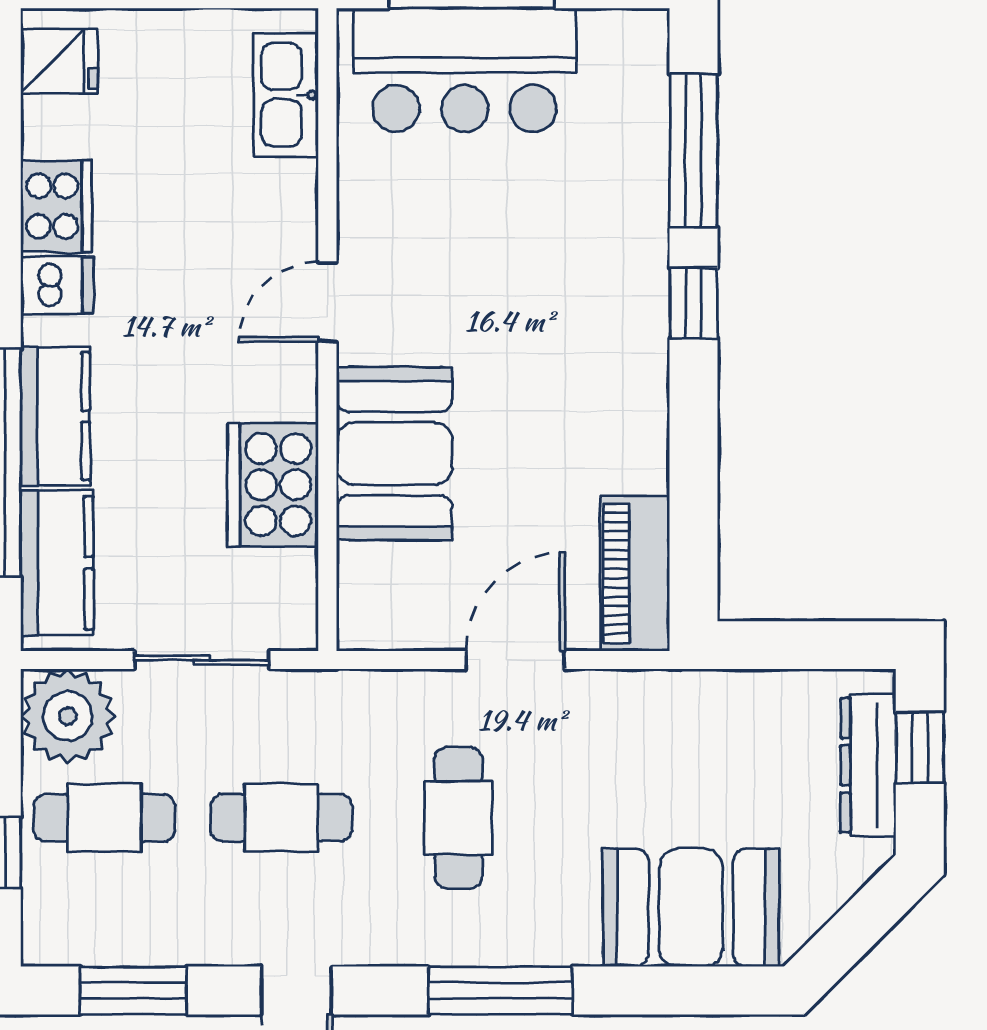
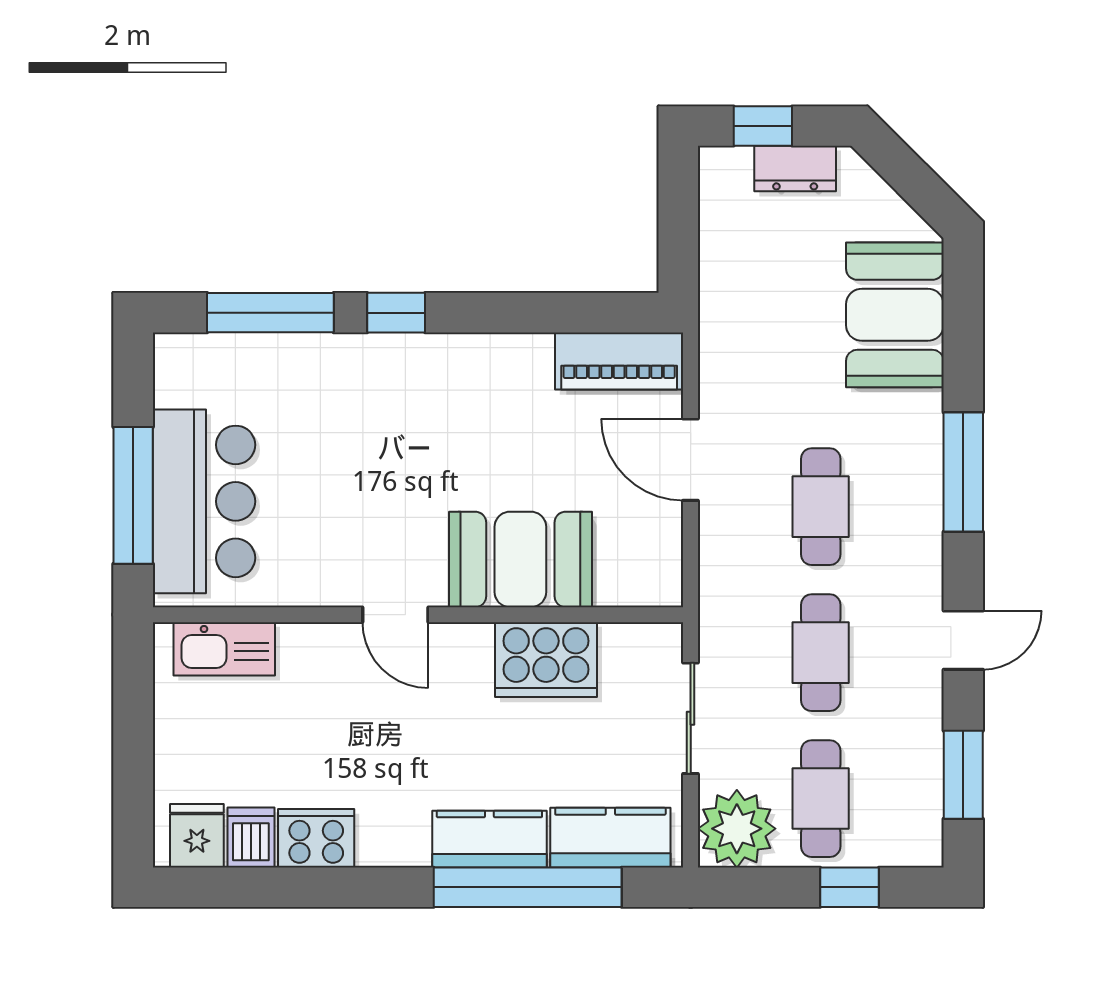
dishwasher: (57, 285) -> (251, 838), moved
dresser: (868, 765) -> (795, 169), width x0.70
cafe table: (458, 818) -> (821, 507), turned 90

